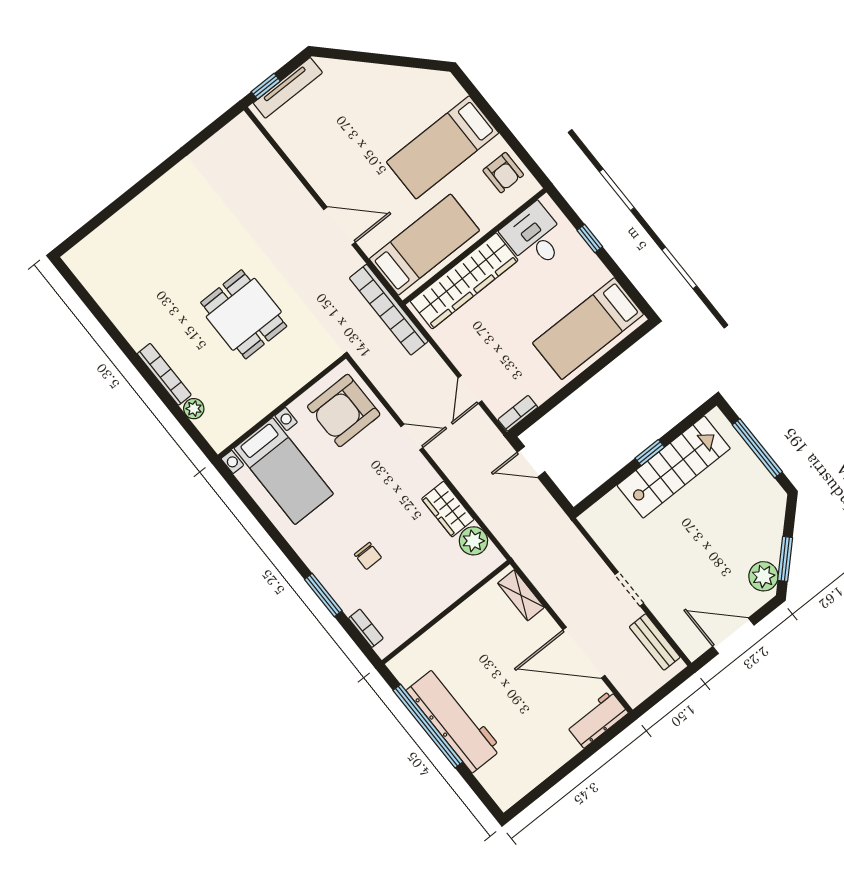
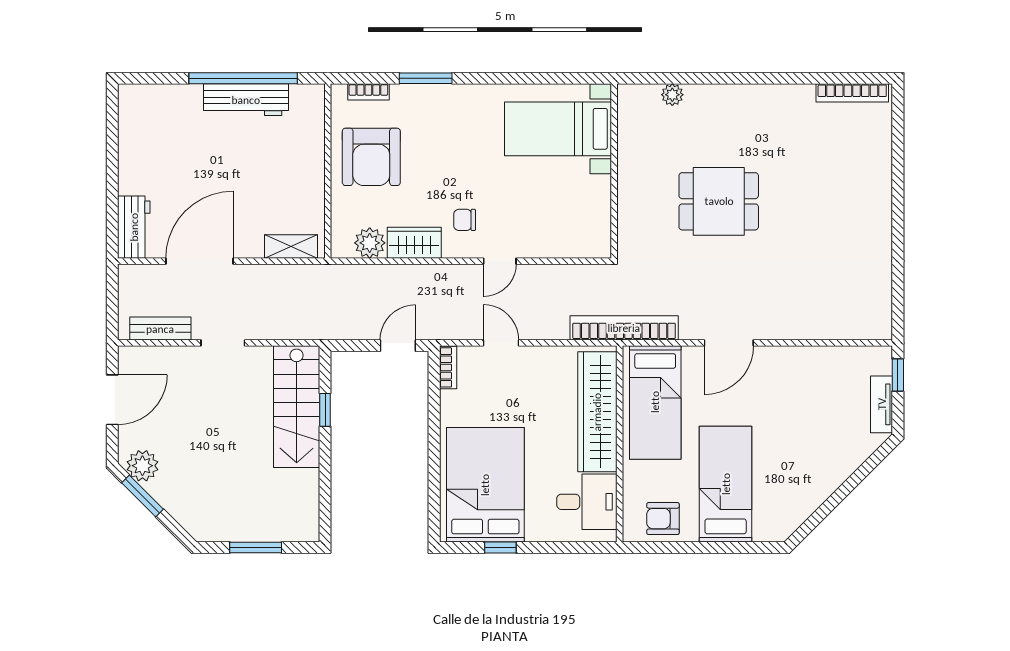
tv unit: (288, 88) -> (882, 404), width x0.71
window: (590, 239) -> (500, 547), moved
bed: (588, 329) -> (485, 485), width x1.50
bookcase: (164, 374) -> (852, 93), moved
armchair: (344, 410) -> (371, 157), moved, turned 180
window: (757, 448) -> (256, 547), width x0.69
window: (650, 453) -> (325, 410), moved
stairs: (674, 467) -> (297, 407), moved
chair: (368, 556) -> (465, 220), moved
workbench: (454, 720) -> (246, 100), width x0.73, depth x0.76

